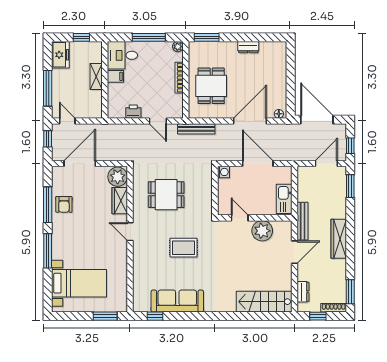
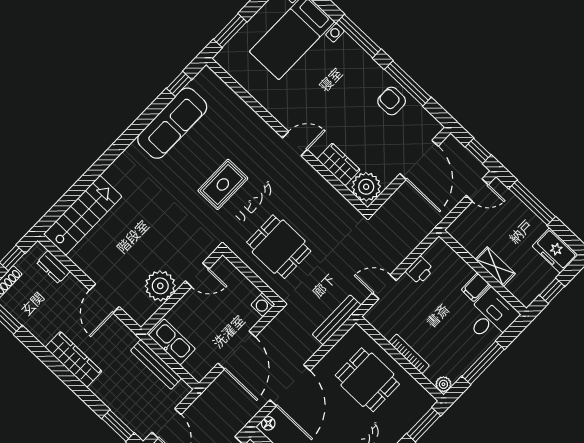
door: (258, 163) -> (237, 350), hinge flipped
dining table: (166, 195) -> (279, 247), moved, turned 90
bench: (303, 221) -> (156, 364), moved

